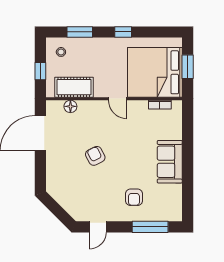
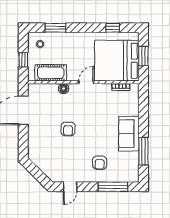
window: (123, 32) -> (113, 28), moved
door: (118, 99) -> (86, 82), swing flipped
floor lamp: (70, 106) -> (64, 88), moved
armchair: (95, 156) -> (68, 129), turned -153
window: (188, 183) -> (143, 151), added

